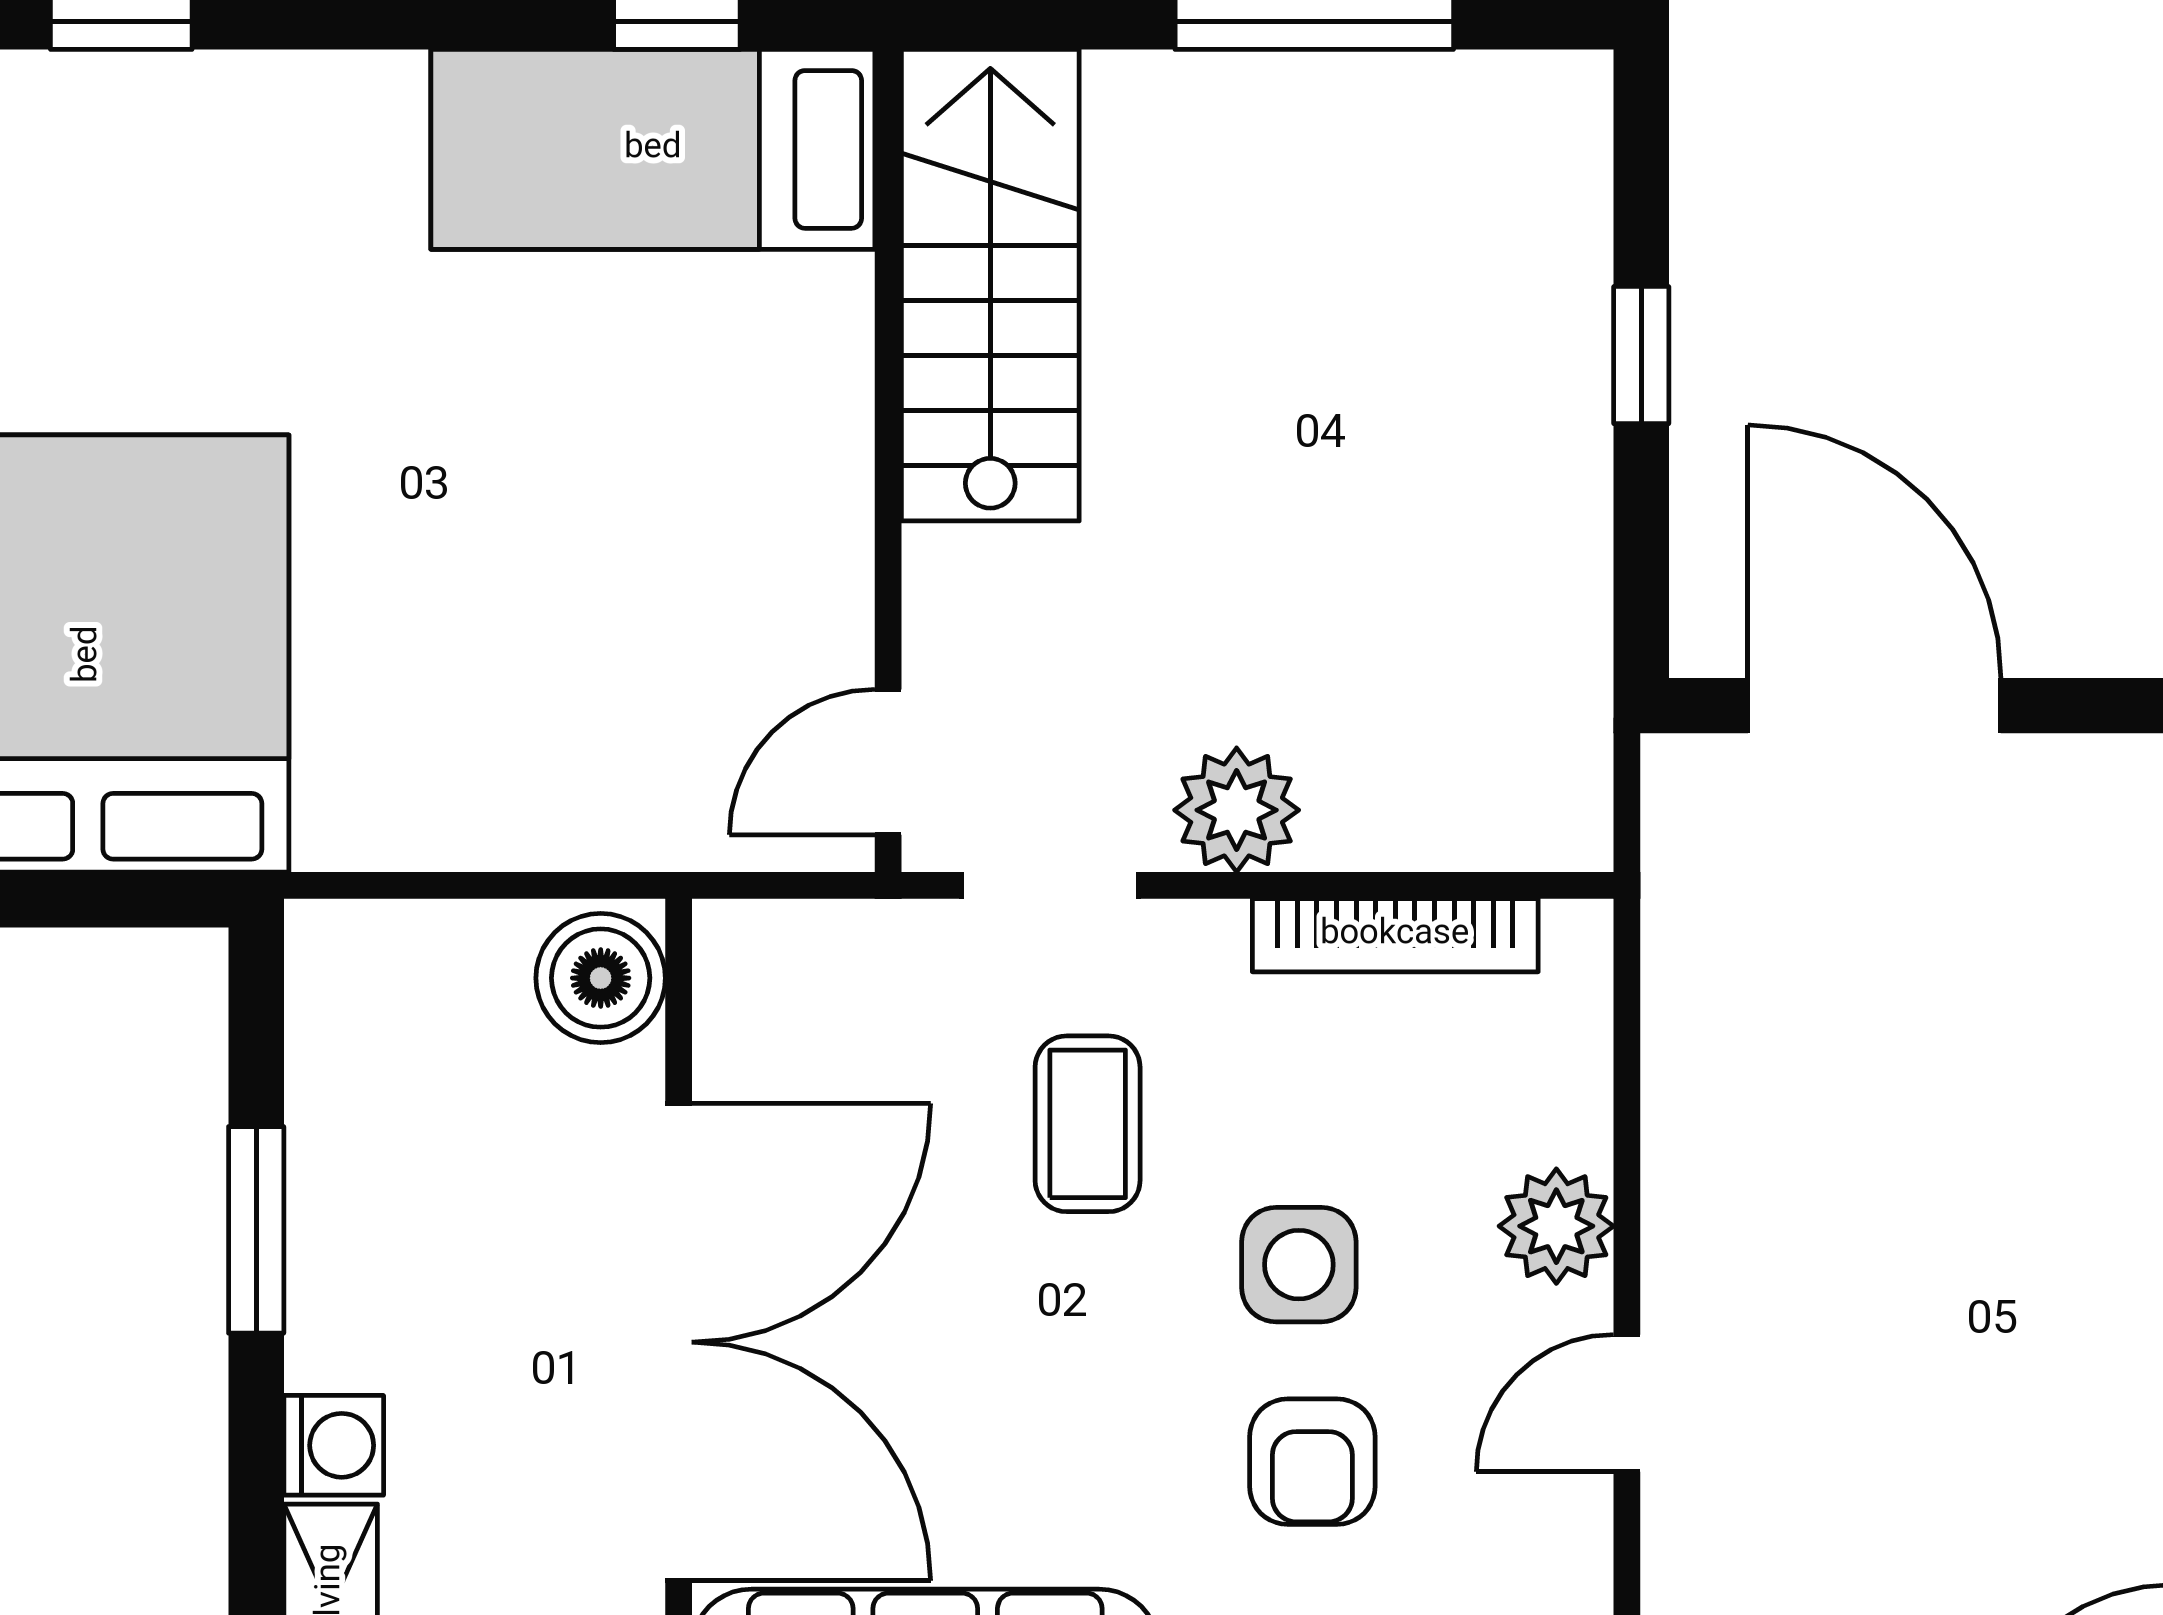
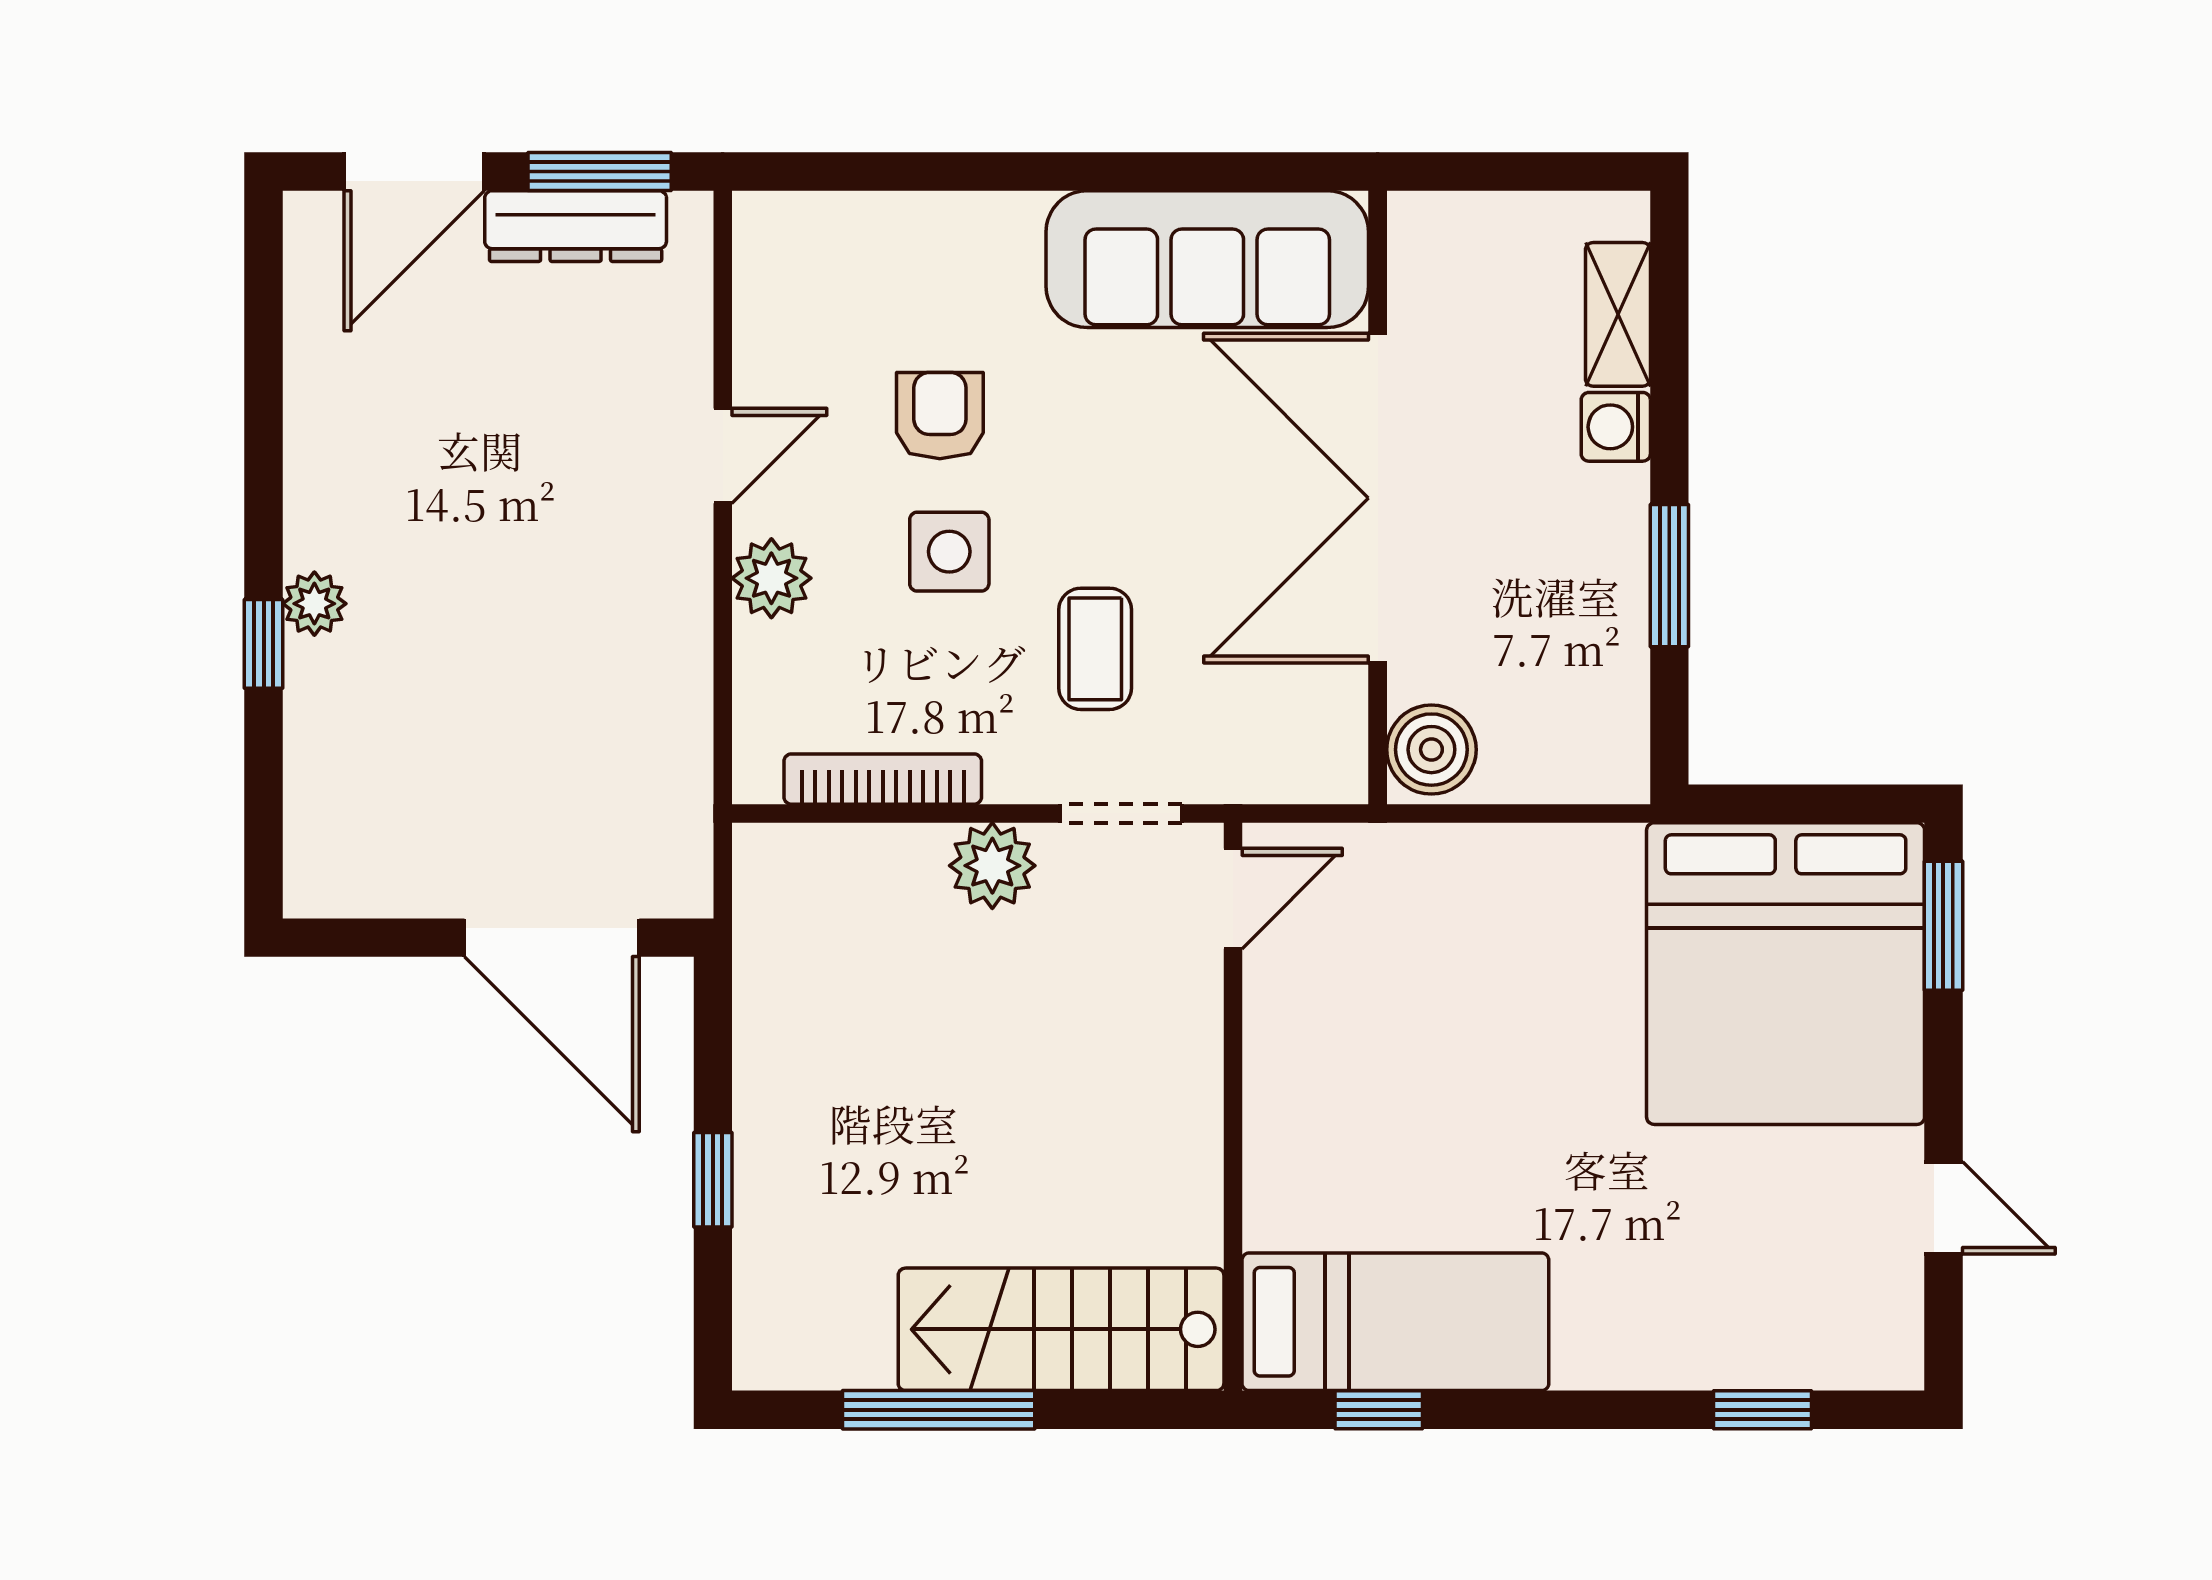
stairs: (990, 285) -> (1061, 1329), moved, turned 90

